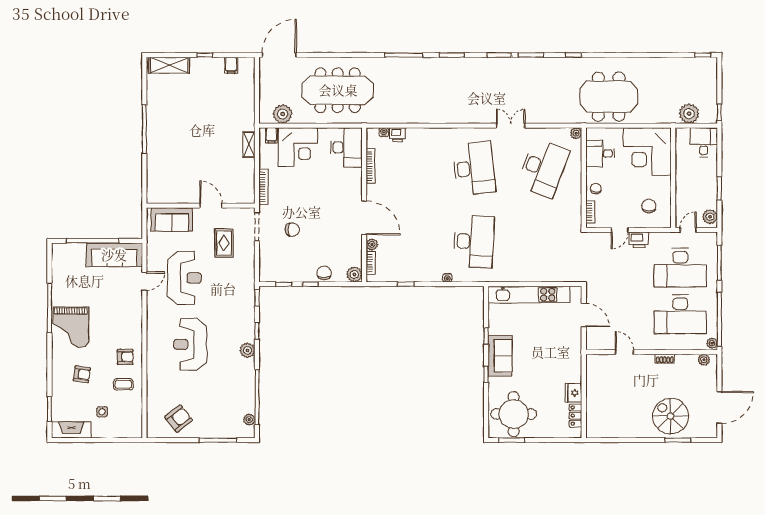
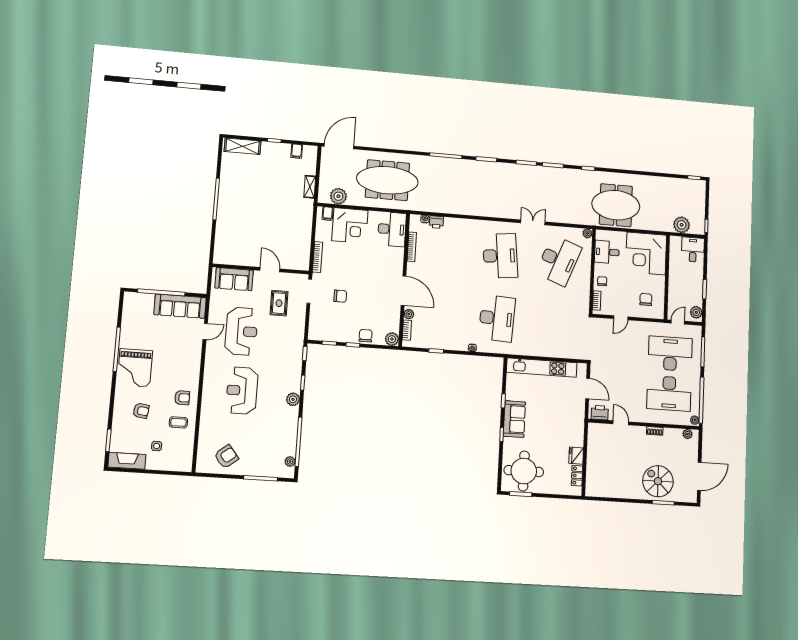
shelving: (249, 145) -> (310, 187), moved
printer: (639, 240) -> (600, 413), moved, turned 180
desk: (680, 268) -> (670, 354), turned 180

